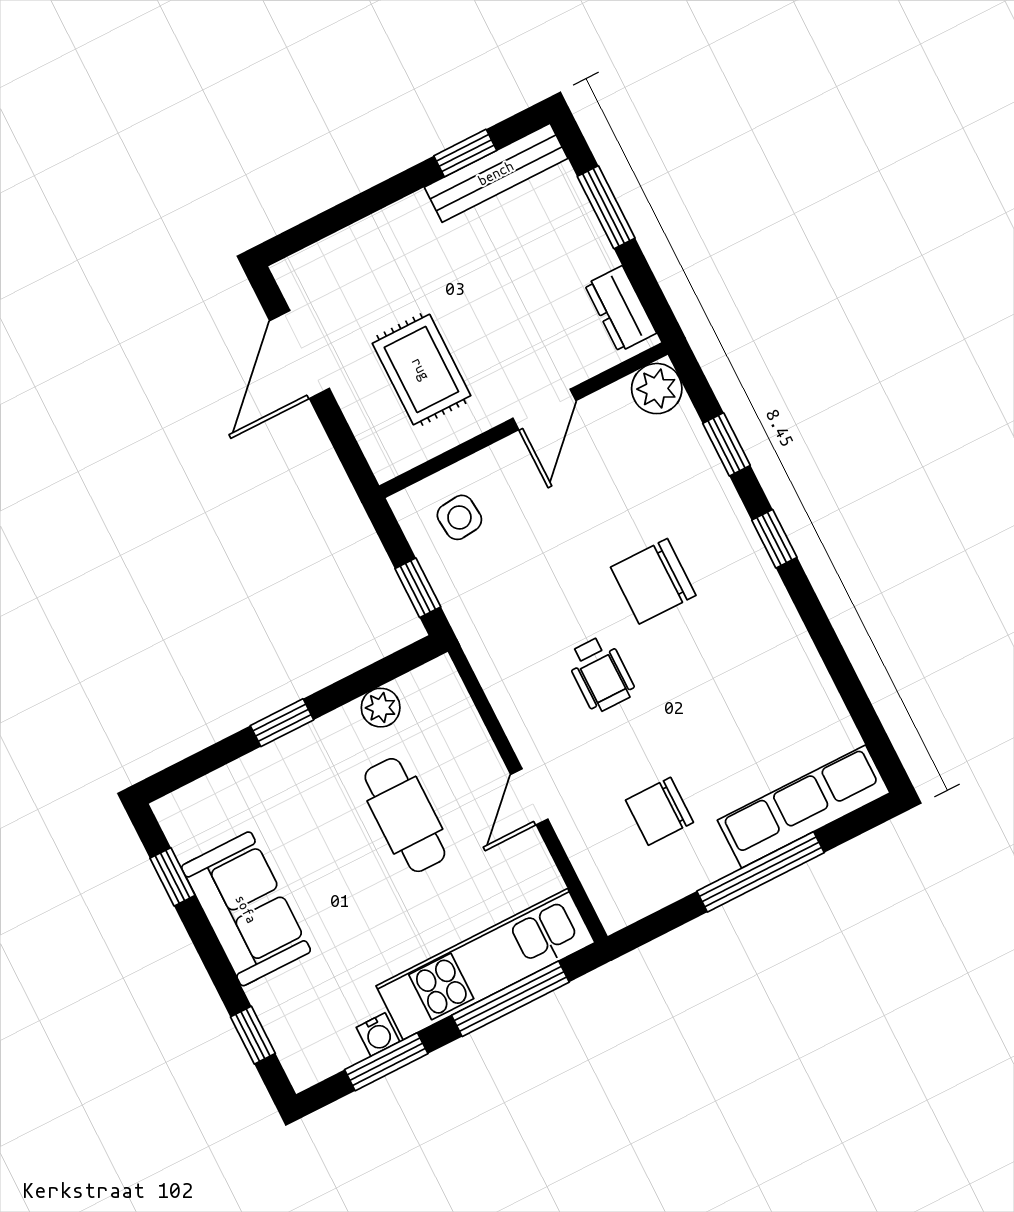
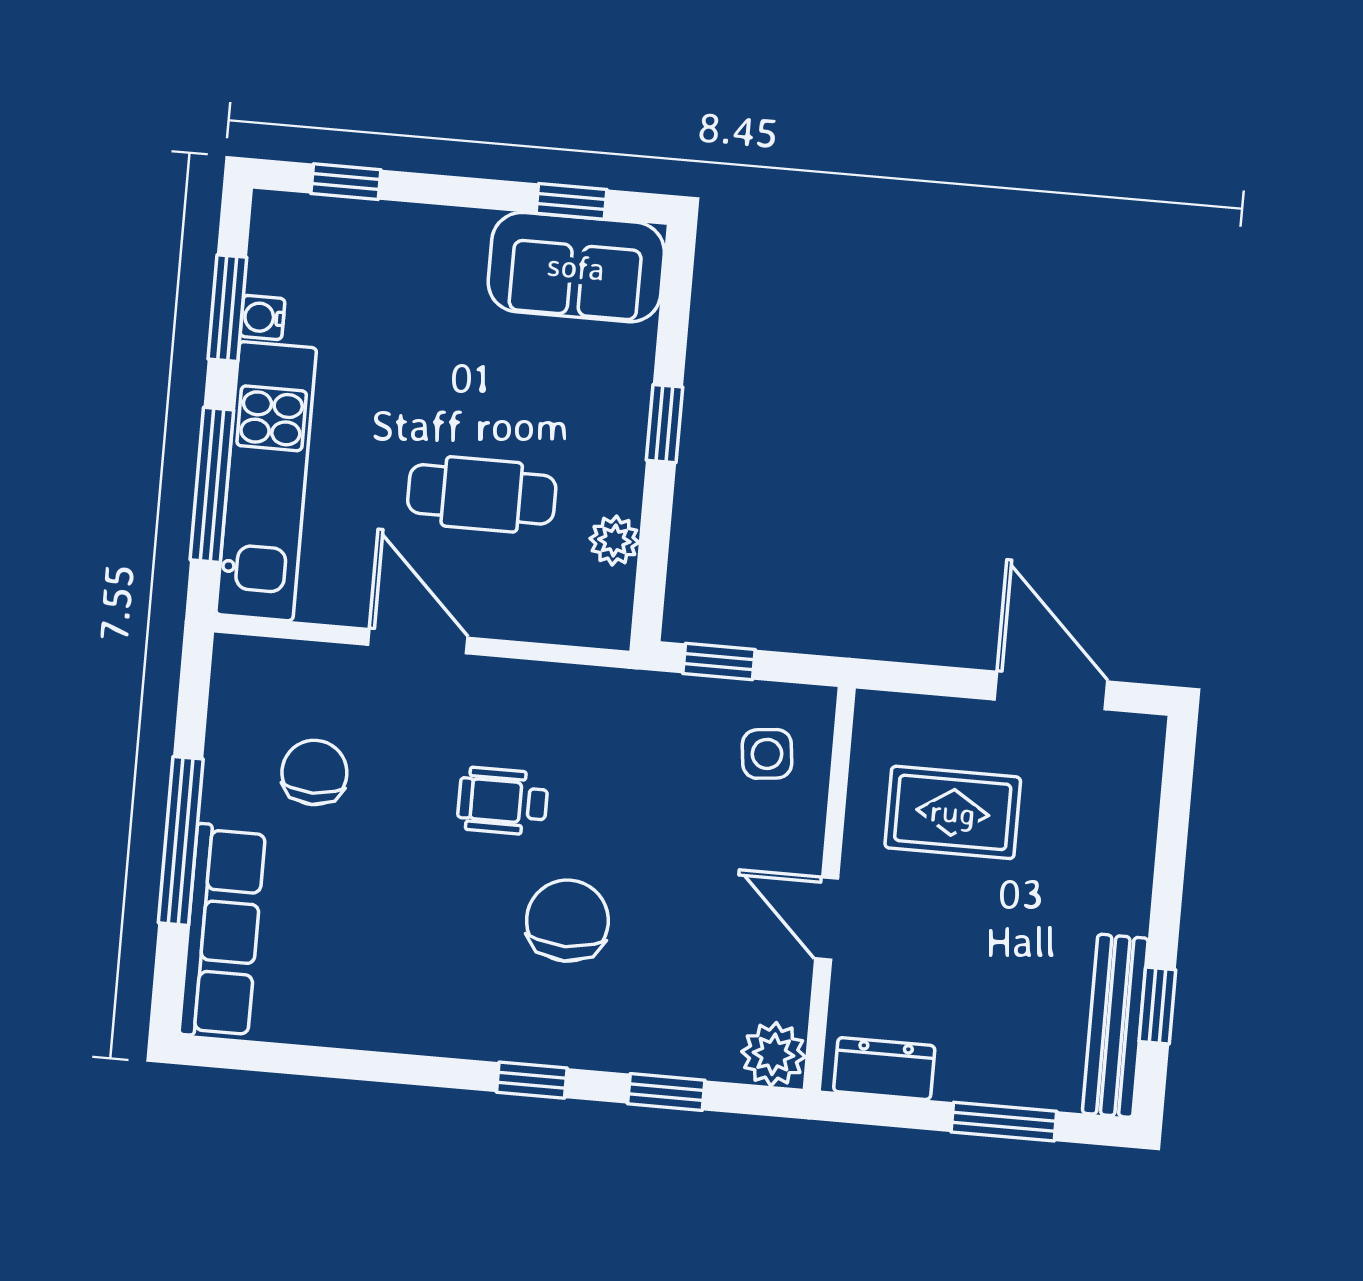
door: (529, 797) -> (418, 641), width x1.37
sofa: (246, 909) -> (576, 267), moved

